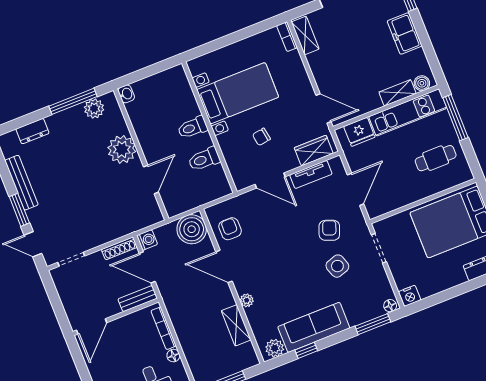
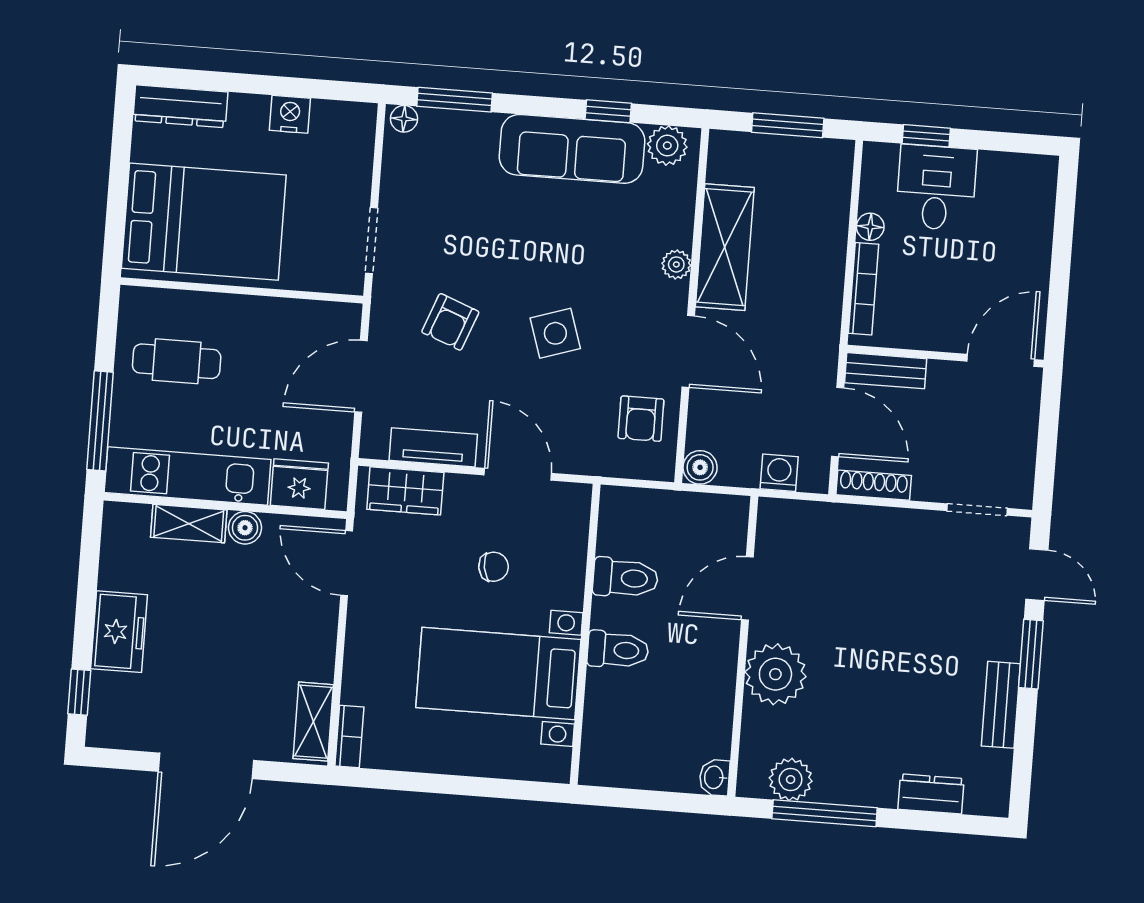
boiler: (422, 83) -> (245, 528), moved
bench: (21, 183) -> (1001, 705), width x0.73
boiler: (192, 229) -> (700, 467), width x0.54, depth x0.54
washing machine: (147, 240) -> (779, 473), moved, turned 90
side table: (337, 266) -> (555, 333), moved
nightstand: (410, 296) -> (290, 114), moved
shelving: (236, 325) -> (725, 247), width x1.50, depth x1.33

